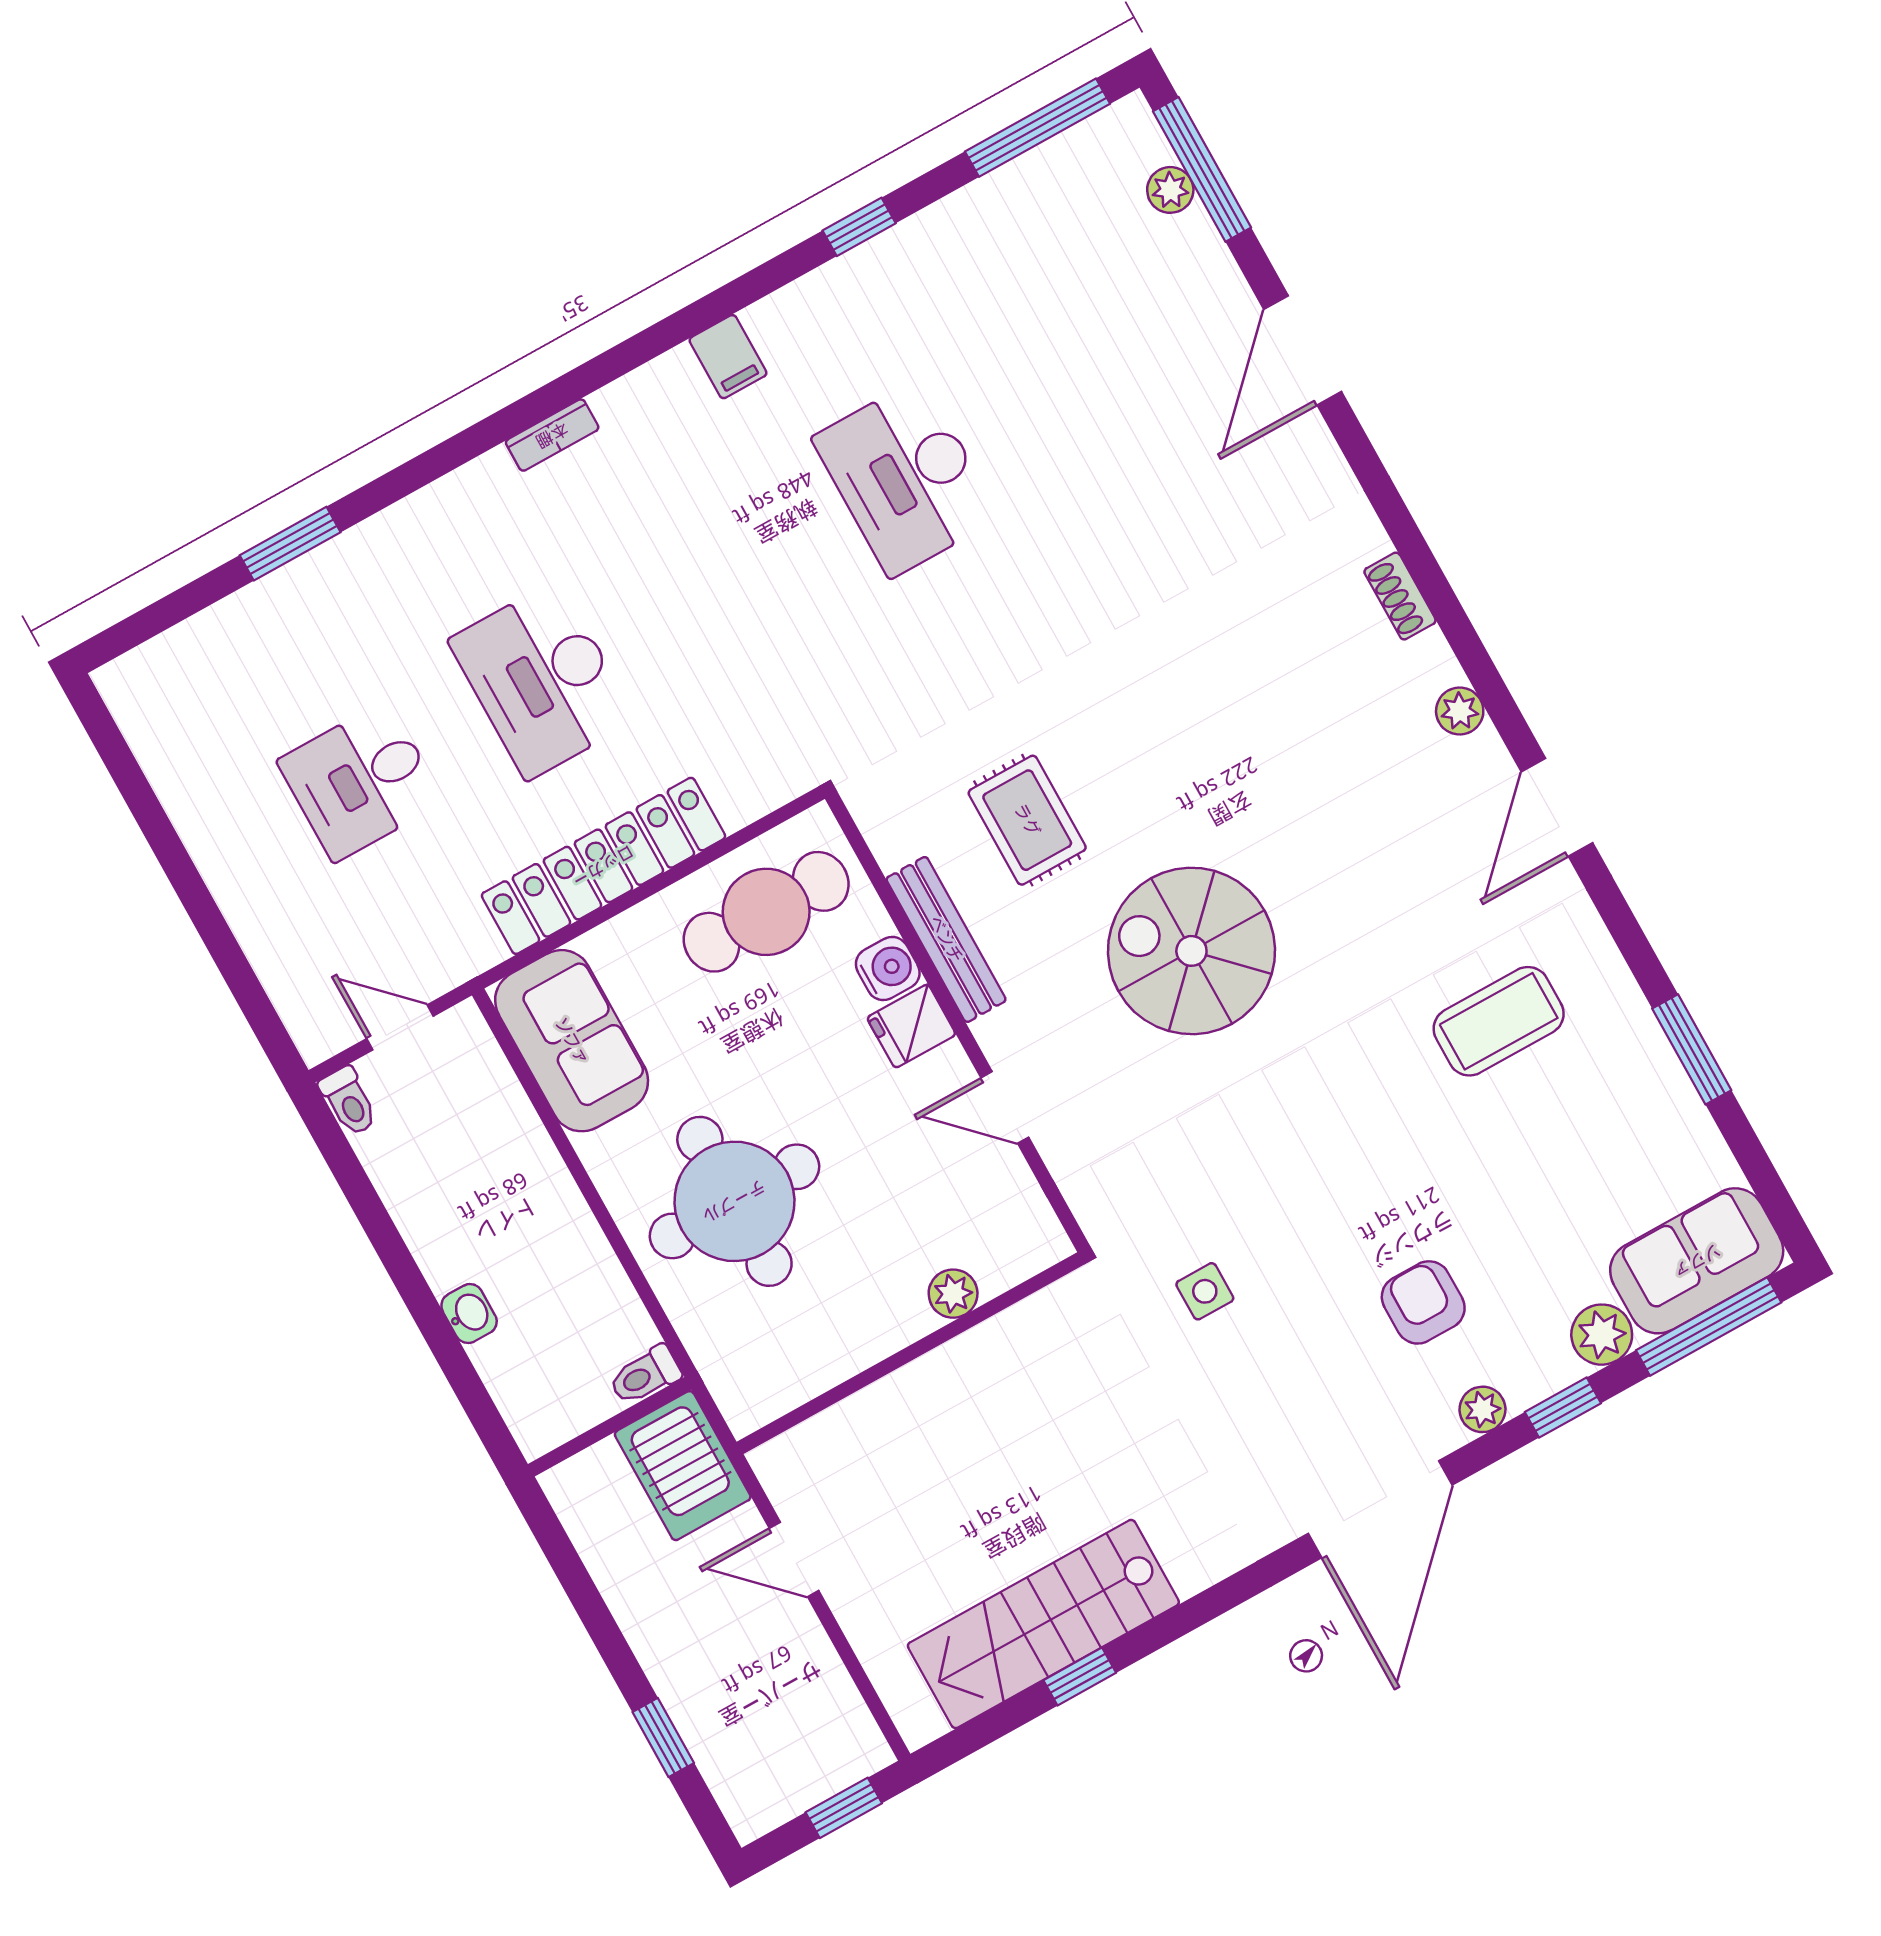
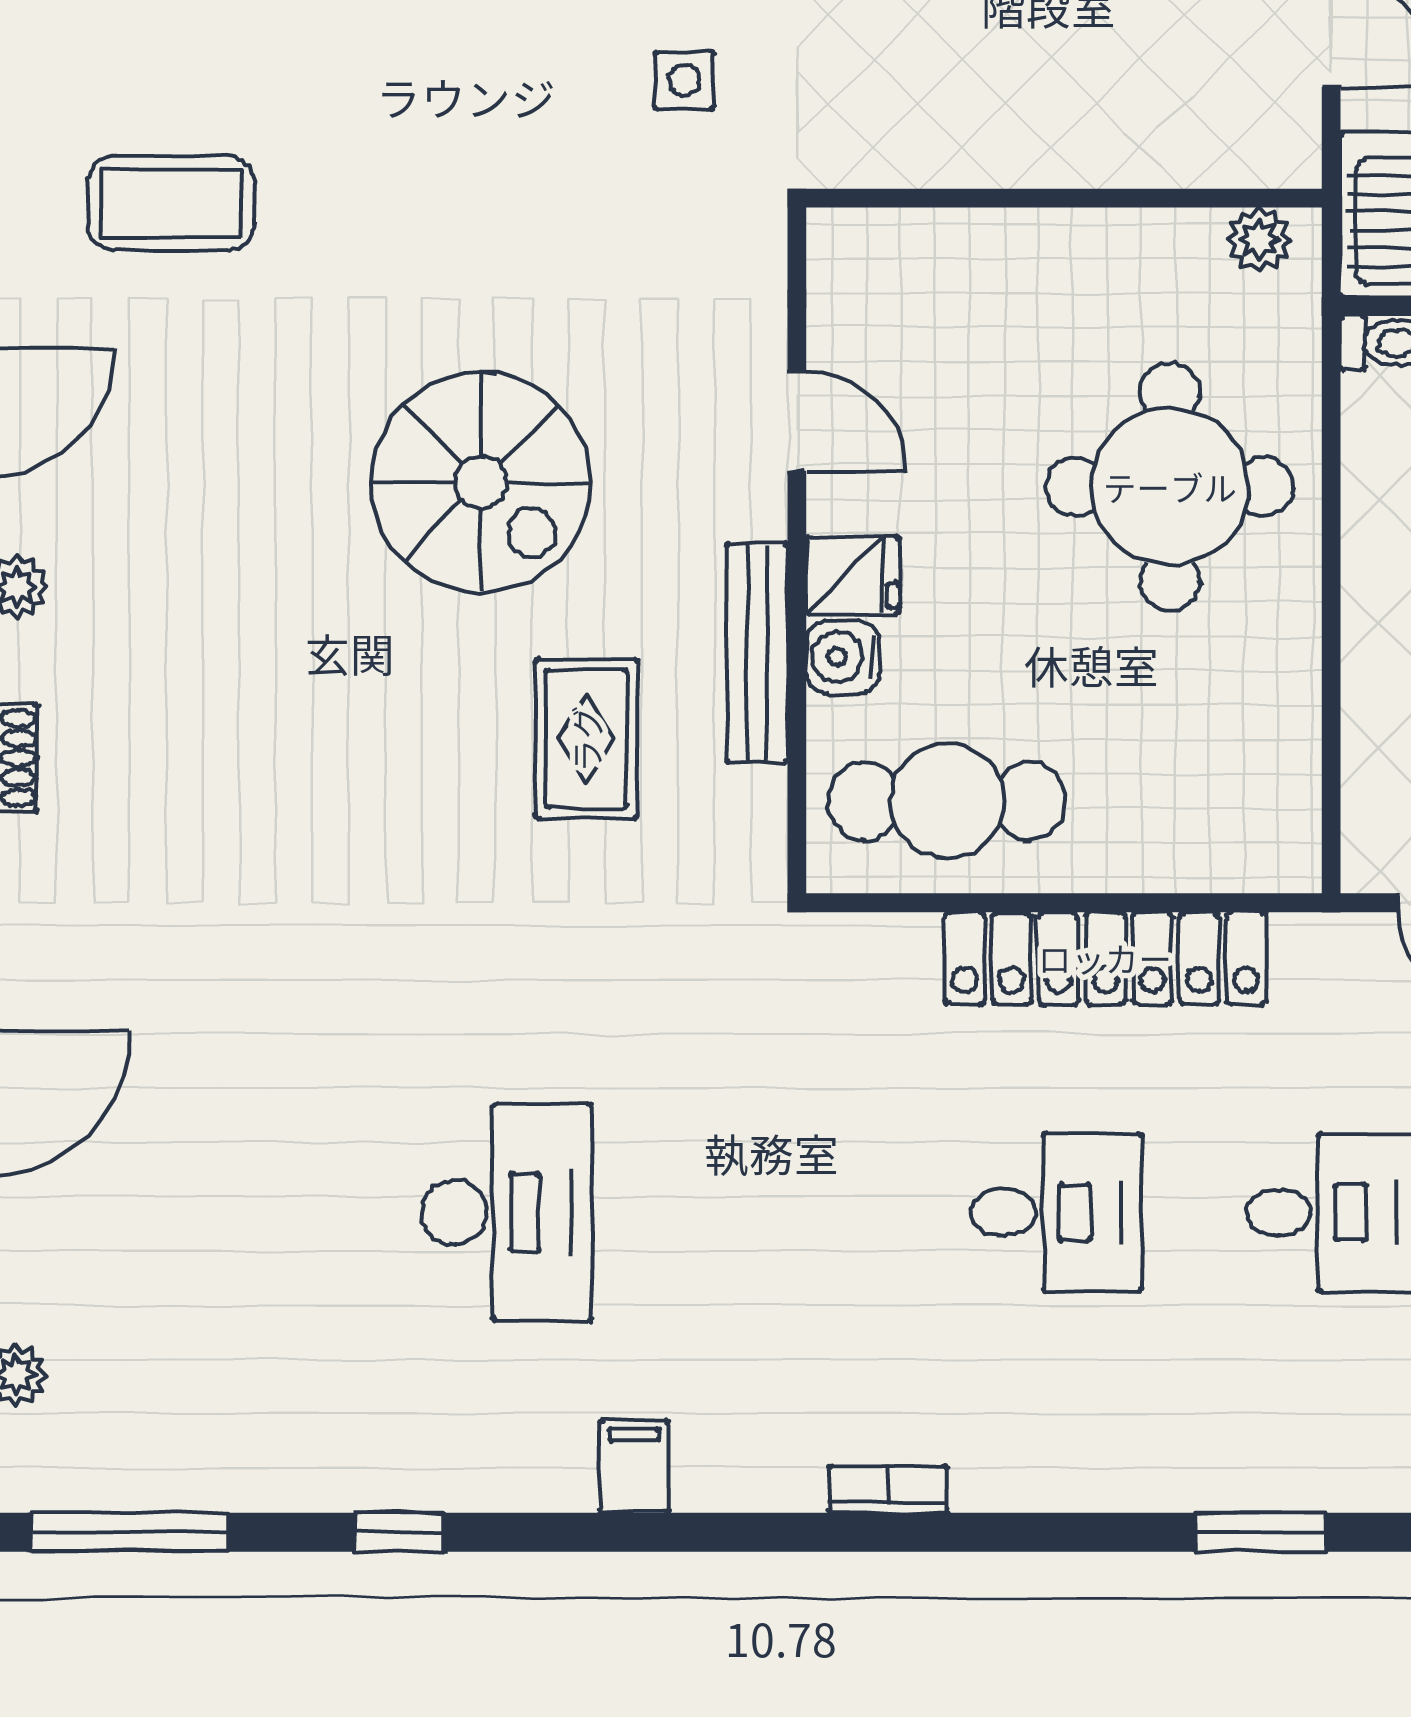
desk: (542, 680) -> (1056, 1212), width x0.73
sofa: (572, 1041) -> (1254, 777), removed
plant: (953, 1294) -> (1259, 240), moved

